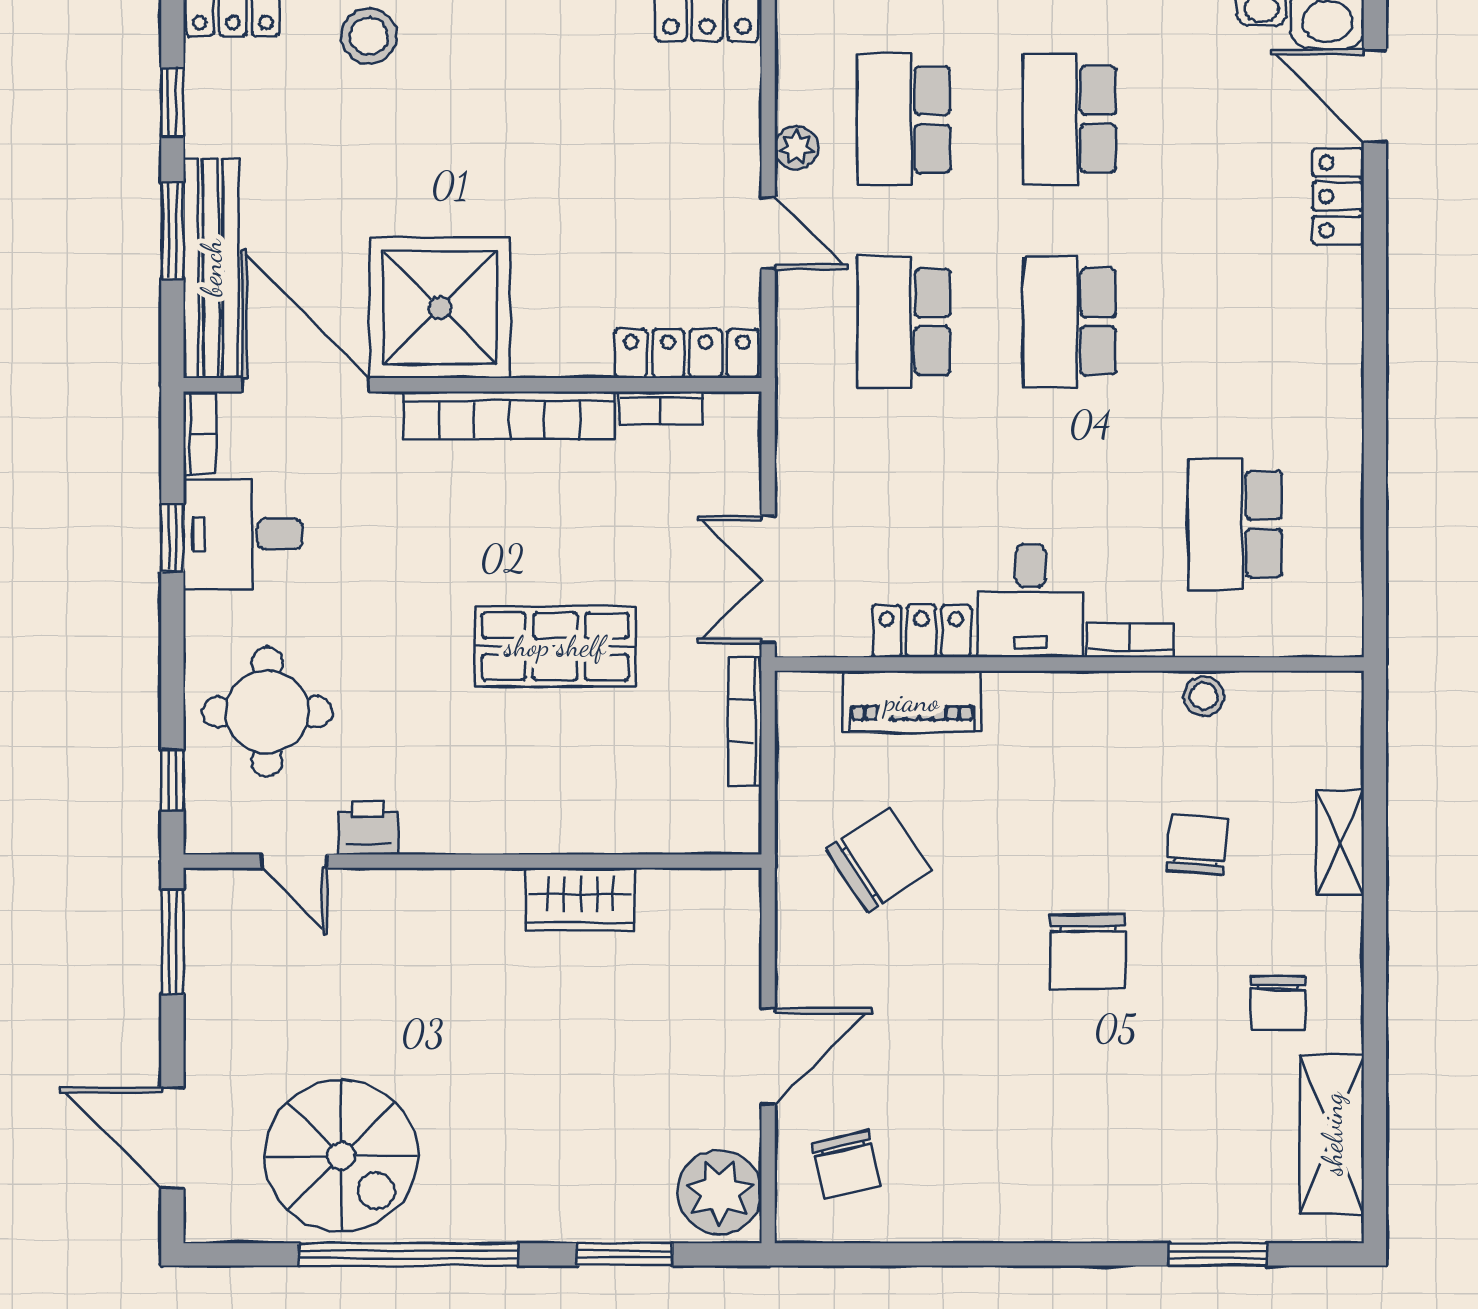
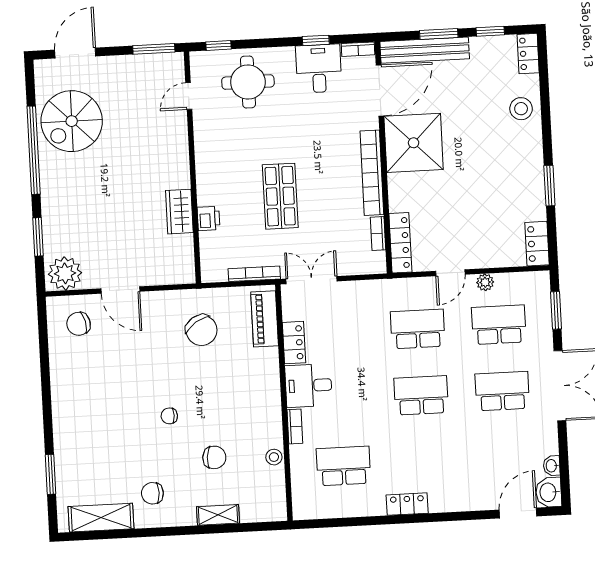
locker: (1338, 197) -> (407, 504), moved
piano: (912, 701) -> (265, 319), moved
printer: (368, 828) -> (209, 218), moved
chair: (1088, 951) -> (169, 416), width x0.54, depth x0.54

